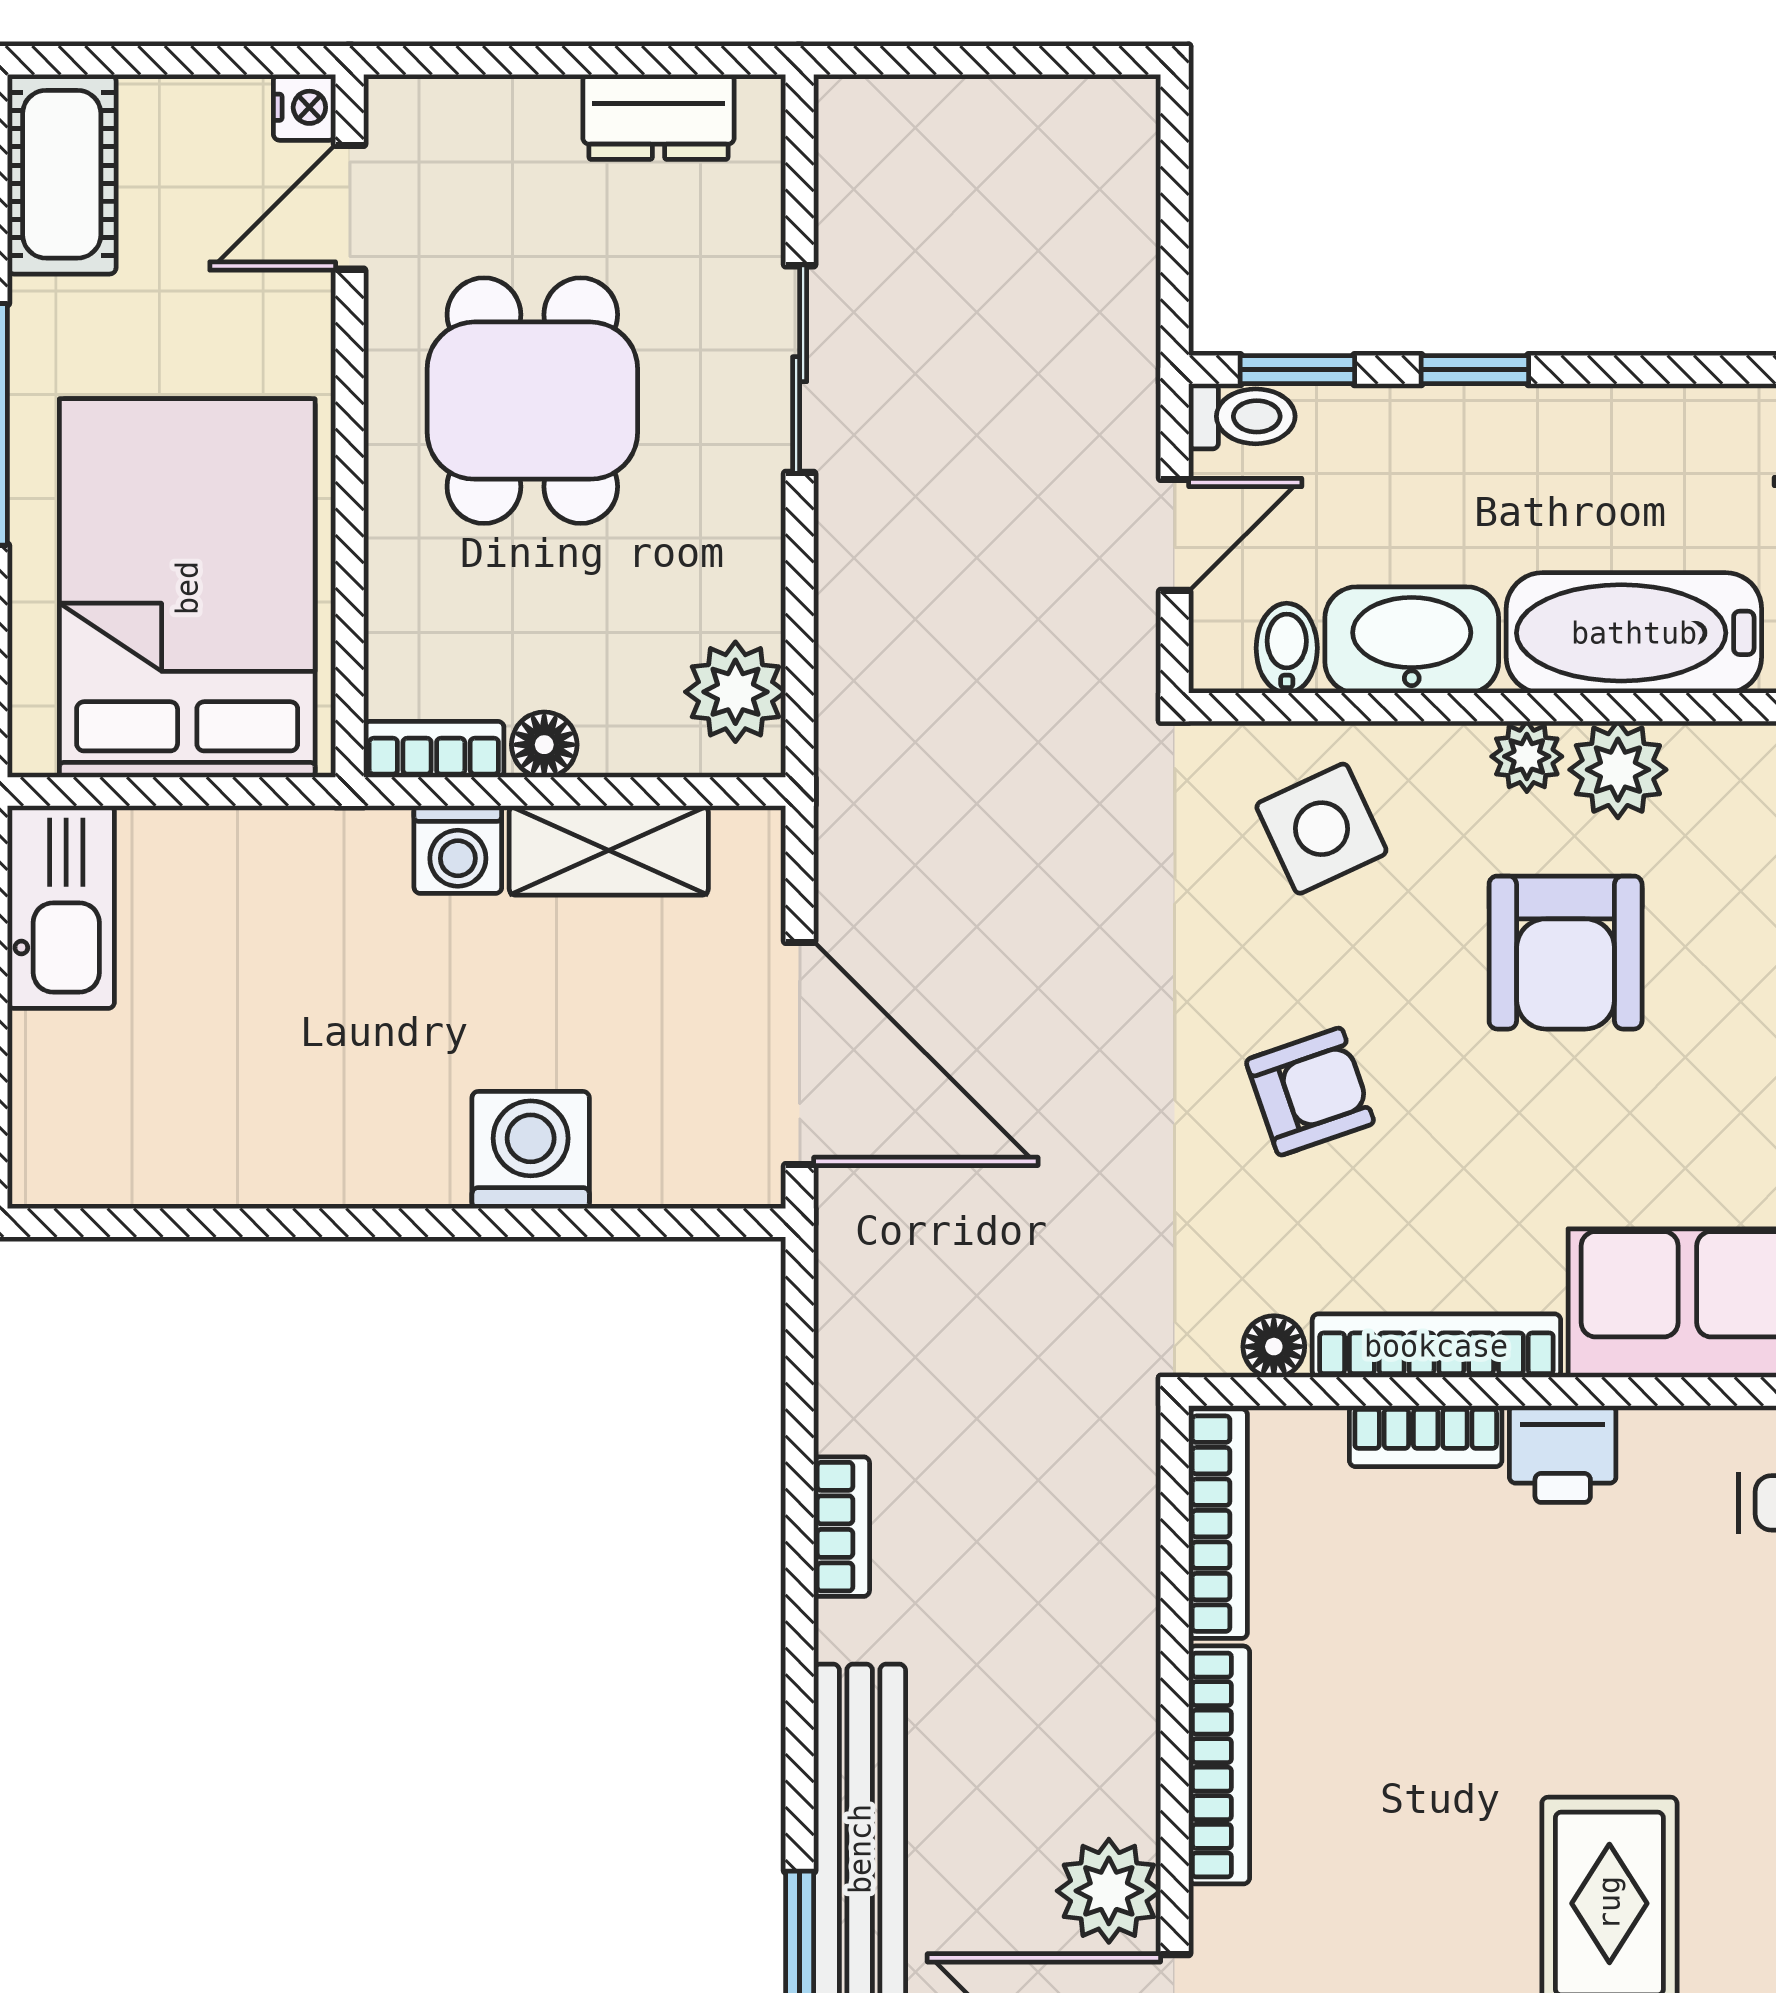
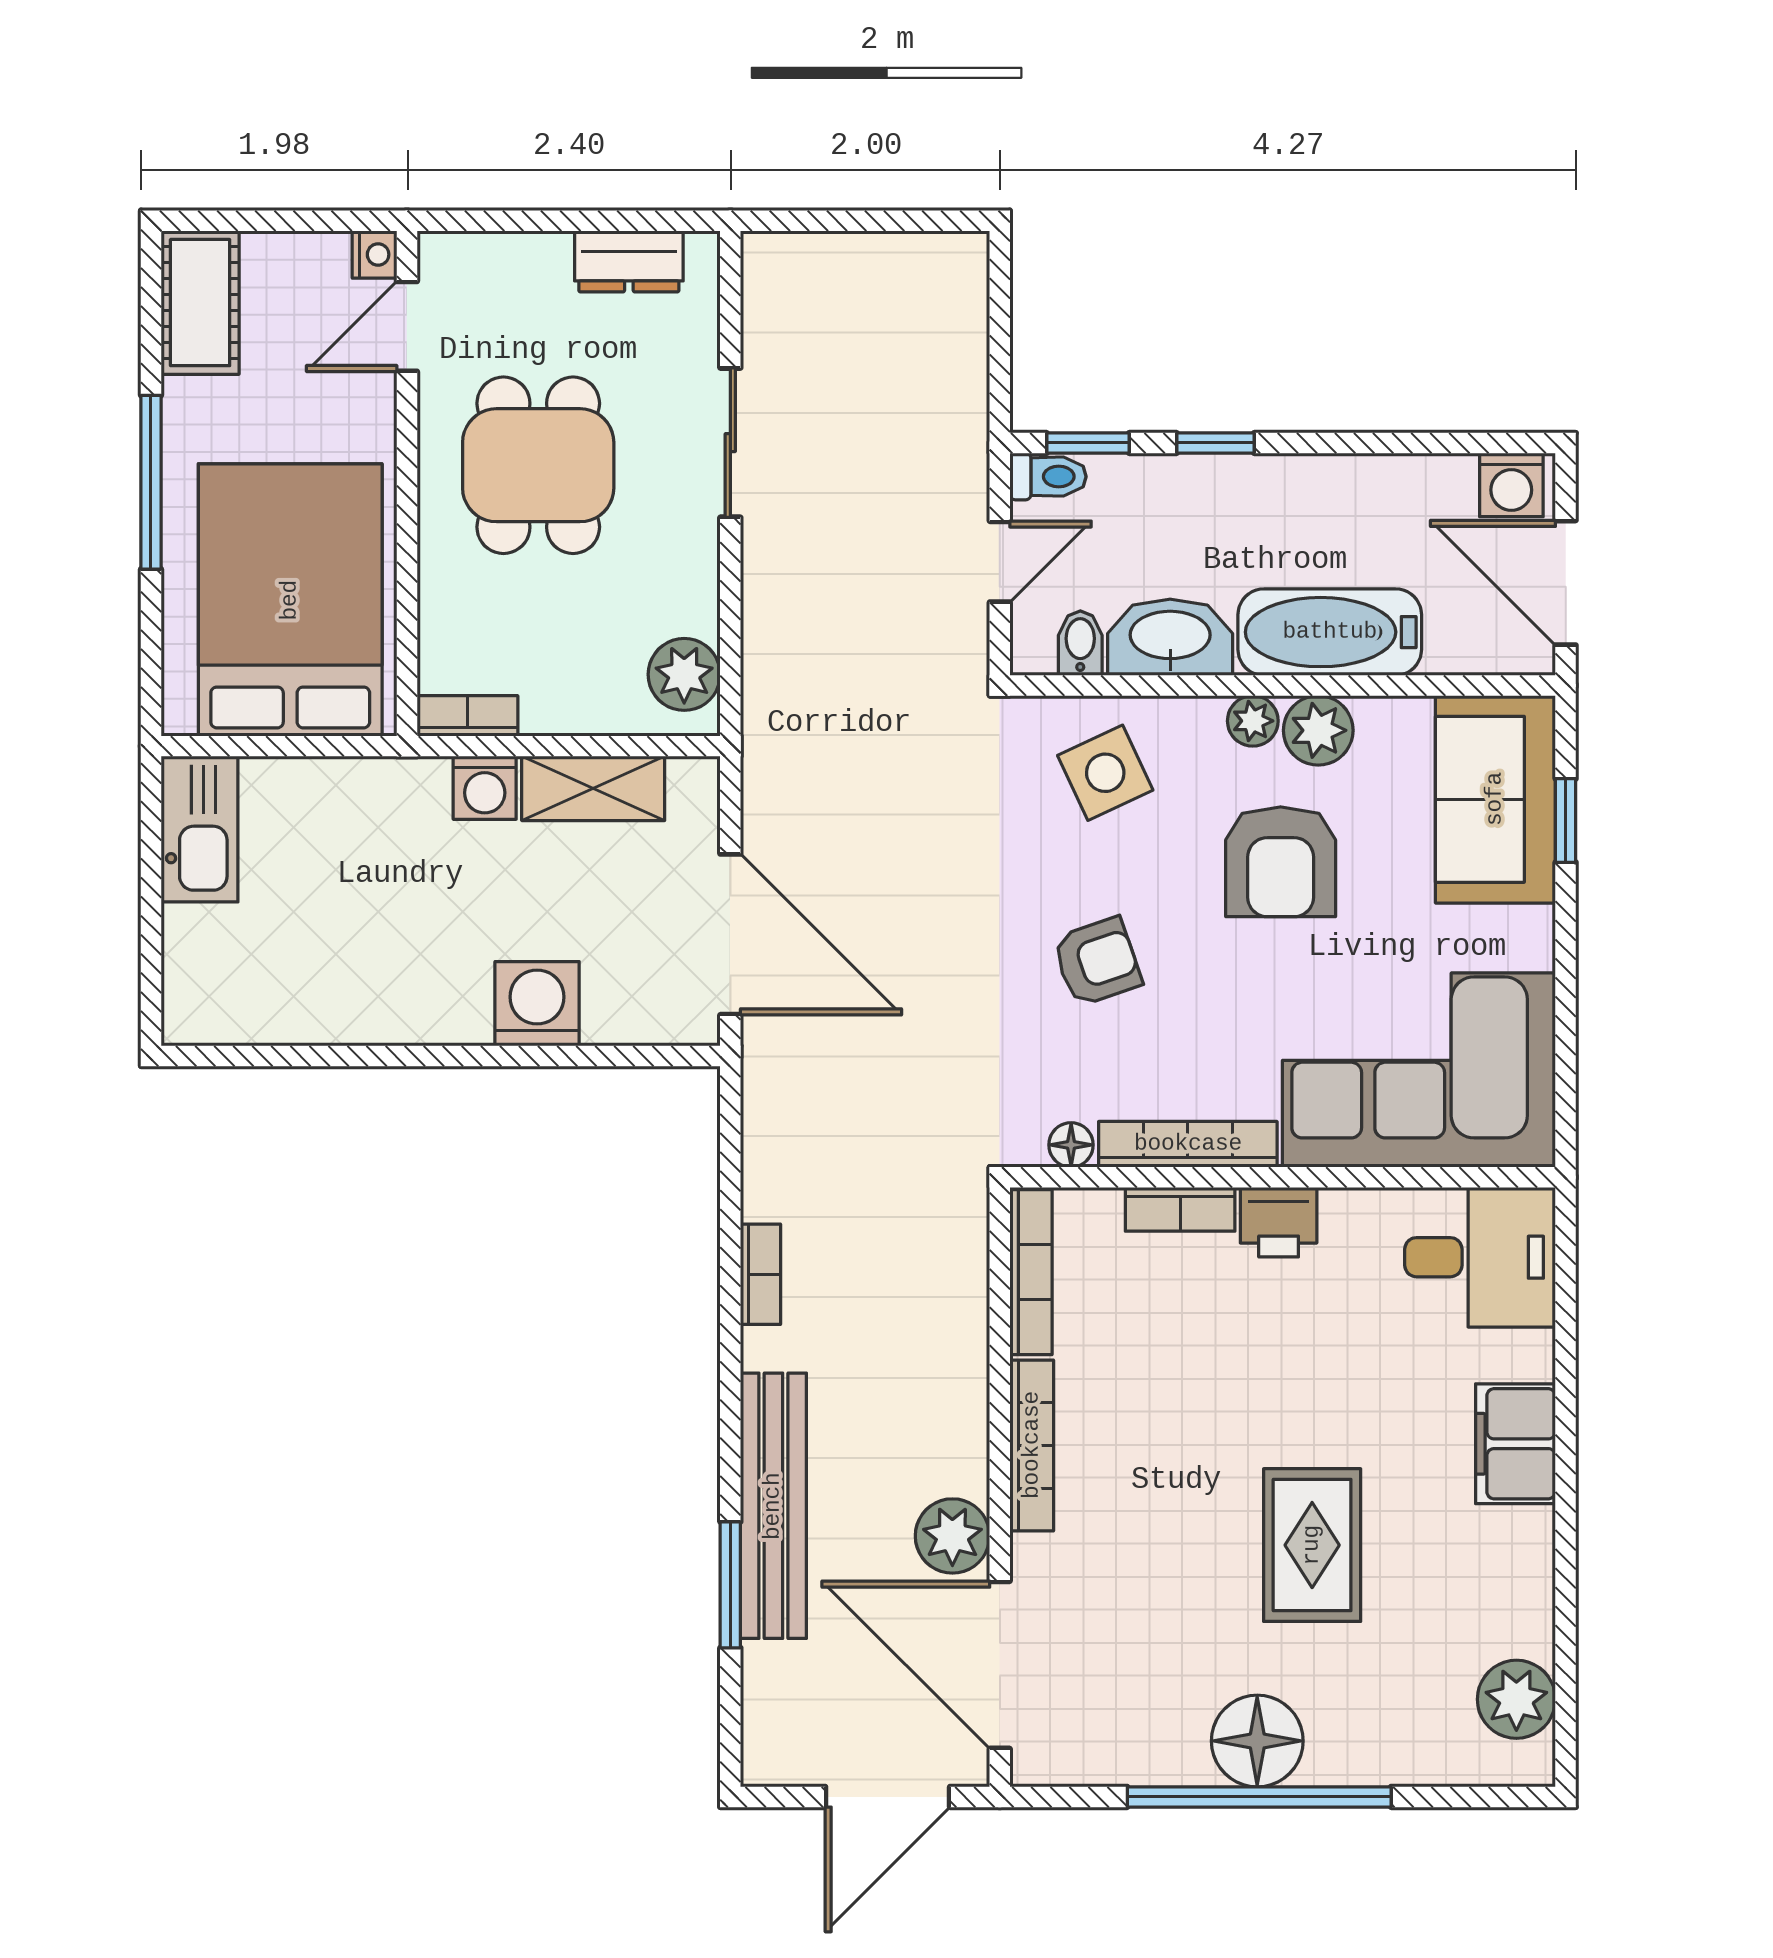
floor lamp: (544, 745) -> (547, 712), removed

